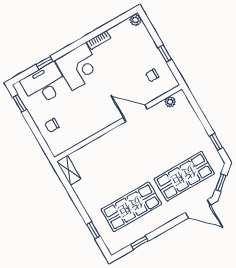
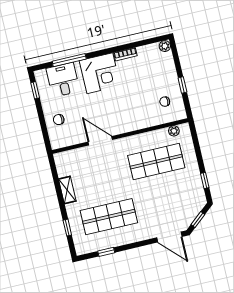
window: (45, 63) -> (69, 60), width x2.17
desk: (44, 84) -> (63, 80), width x0.73
door: (135, 113) -> (100, 141), moved
shelving: (69, 170) -> (67, 190), moved
shop shelf: (184, 176) -> (156, 162), moved

